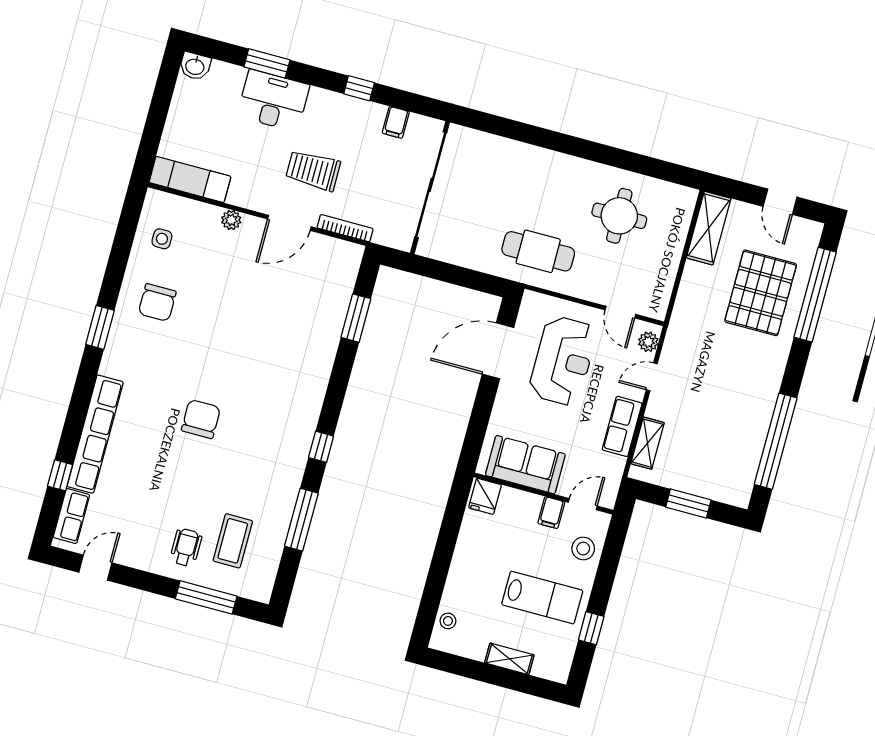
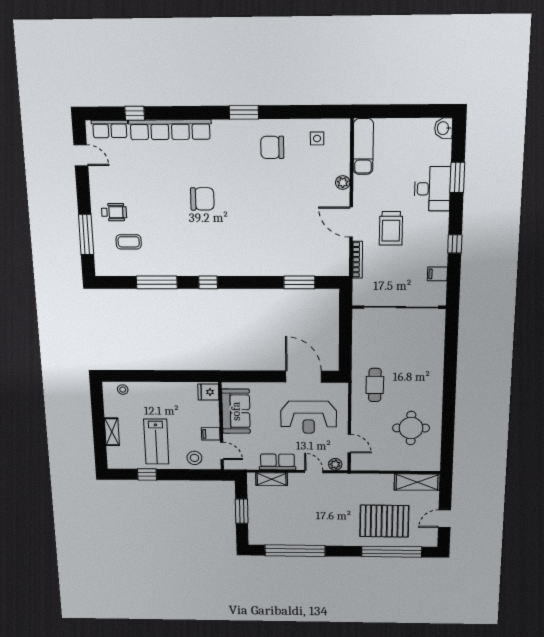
trolley: (313, 170) -> (391, 228), turned 180
cafe table: (538, 251) -> (375, 385), width x0.73, depth x0.74
door: (620, 312) -> (349, 444), swing flipped
coffee table: (233, 541) -> (129, 242), width x0.73, depth x0.77

